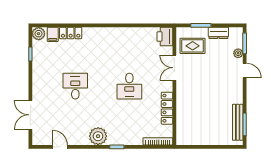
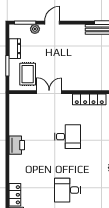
printer: (165, 36) -> (17, 145), moved, turned -90
double door: (174, 68) -> (49, 92), swing flipped

